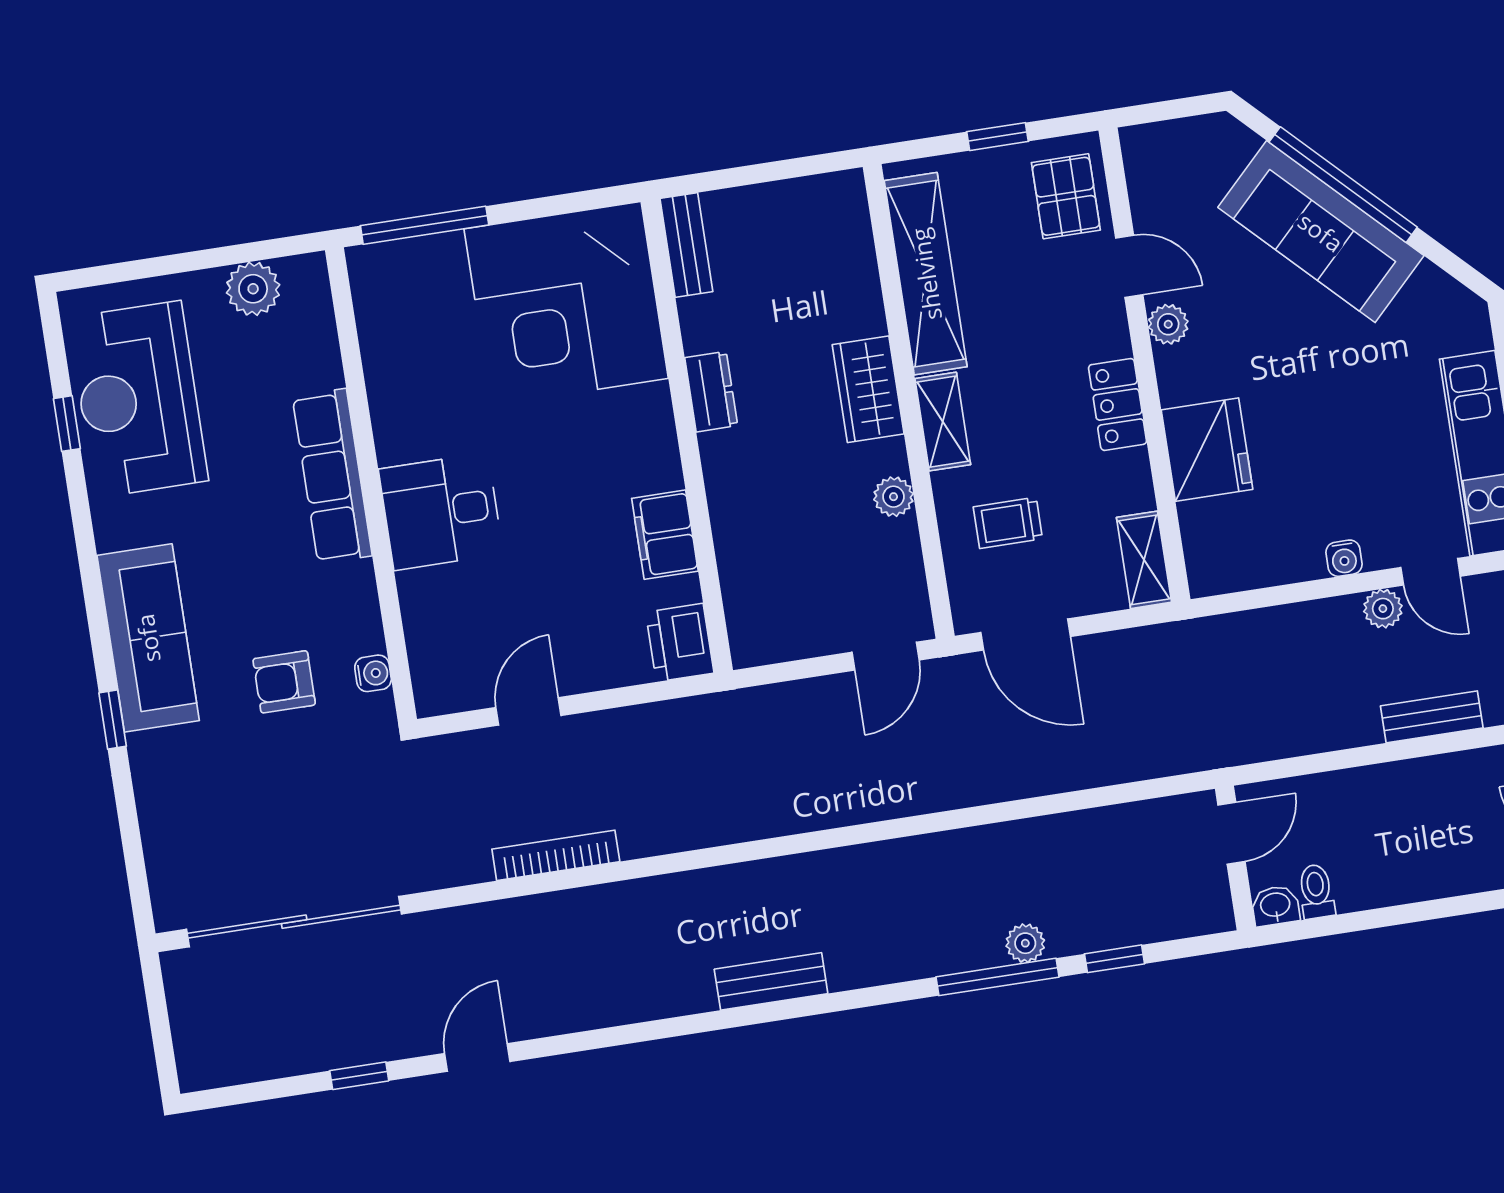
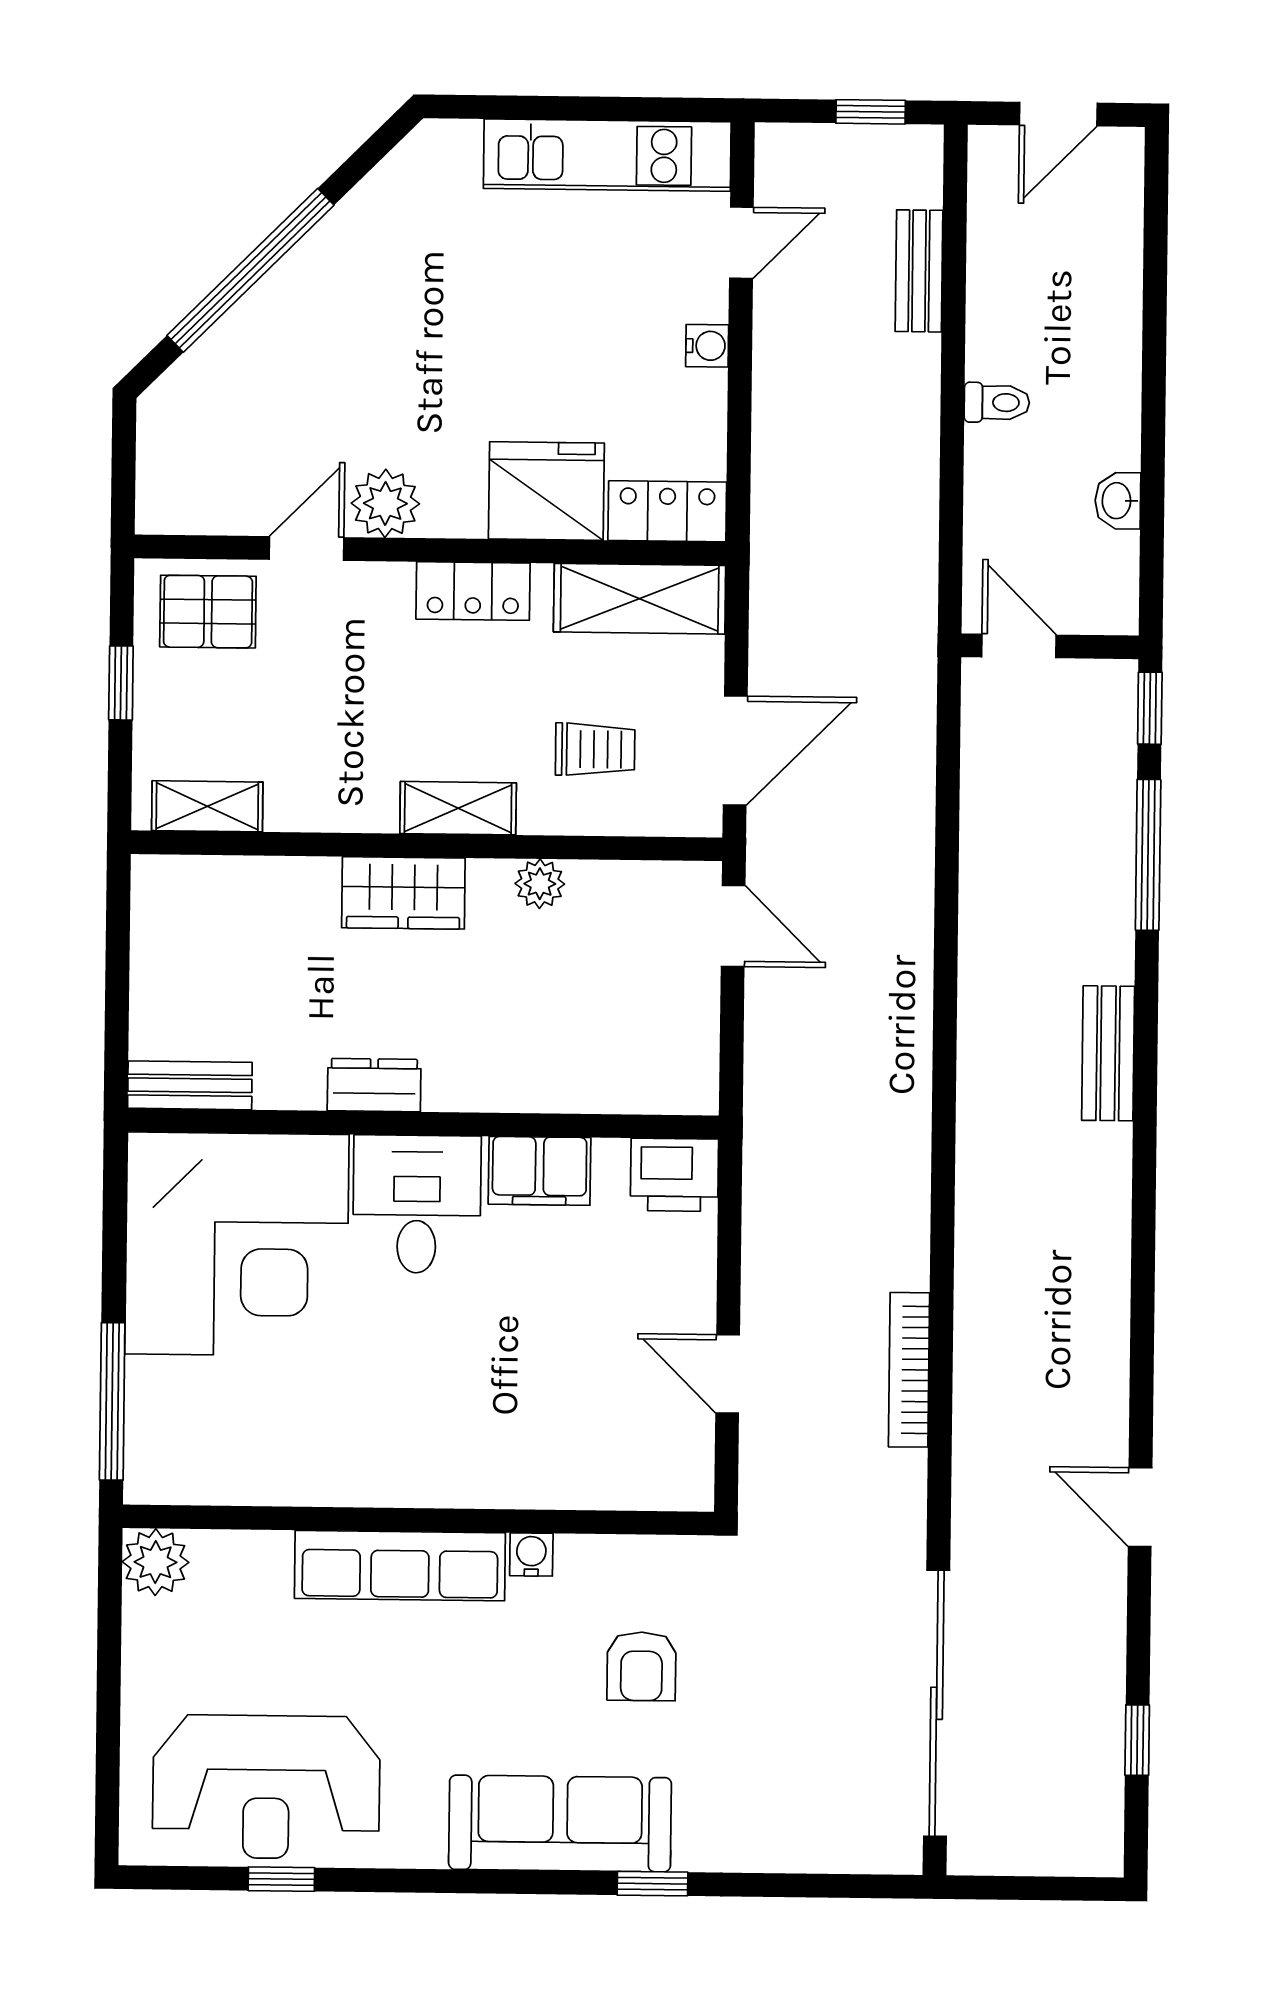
sofa: (1321, 232) -> (303, 307), removed
shelving: (926, 274) -> (207, 806), width x0.45, depth x0.75
plant: (253, 289) -> (156, 1562), moved
plant: (1168, 324) -> (385, 503), width x1.38, depth x1.38
desk: (441, 512) -> (417, 1204), moved, turned 180
trolley: (1008, 523) -> (595, 749), turned -90
locker: (1207, 549) -> (667, 511), added
shelving: (1144, 560) -> (640, 599), width x1.50, depth x1.33
plant: (1383, 609) -> (777, 309), removed
water cooler: (373, 673) -> (531, 1555), moved
door: (1232, 833) -> (1019, 646), moved
wall: (1235, 858) -> (1050, 646), moved
toilet: (1316, 891) -> (997, 402), moved, turned 180
plant: (1025, 943) -> (1112, 814), removed
bench: (771, 981) -> (1108, 1053), moved
window: (359, 1076) -> (1137, 1740), moved

